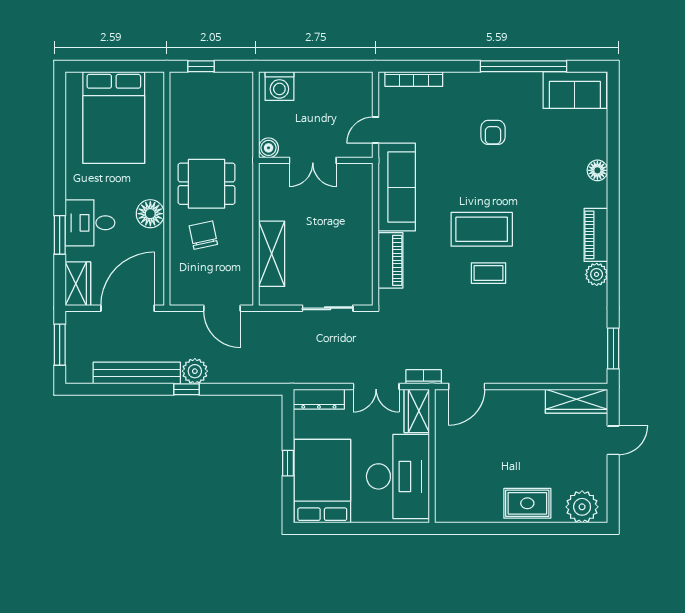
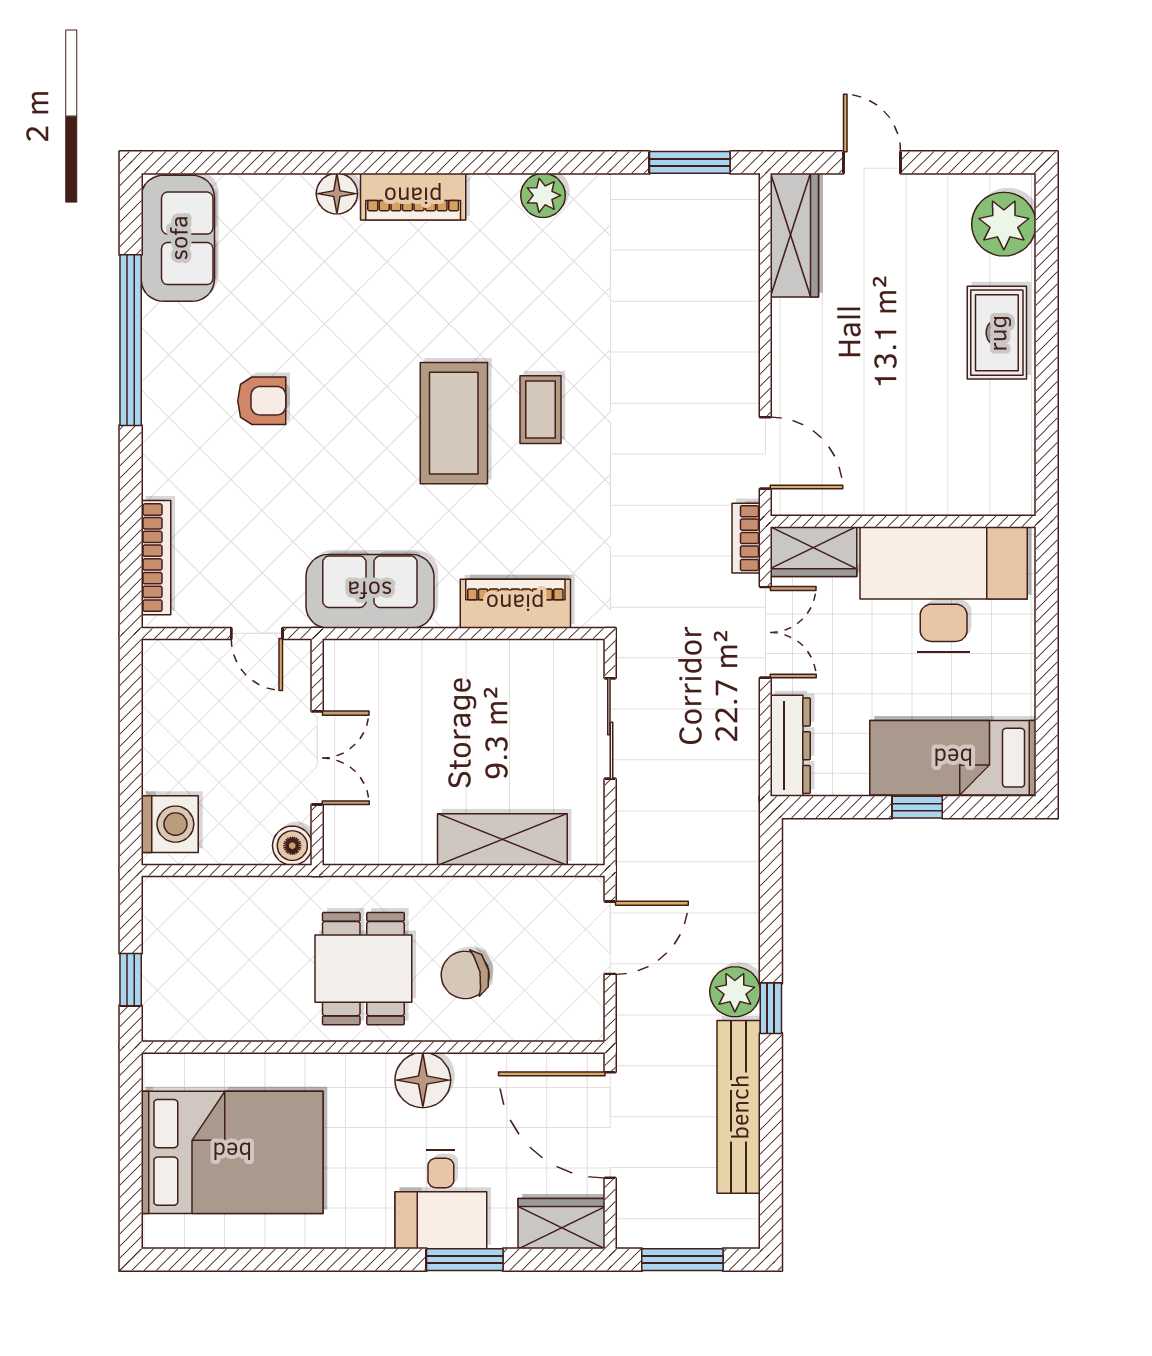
sofa: (397, 187) -> (370, 591), width x0.73
piano: (596, 235) -> (413, 197), moved
bed: (322, 481) -> (953, 758), width x0.67

